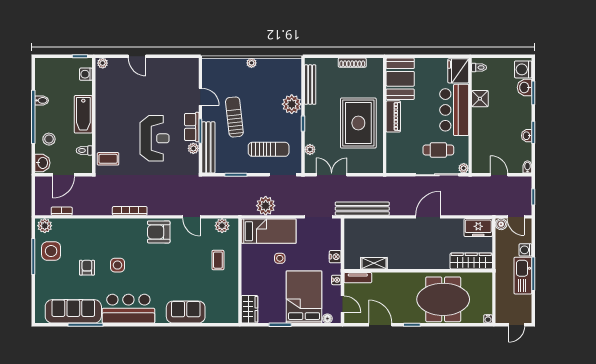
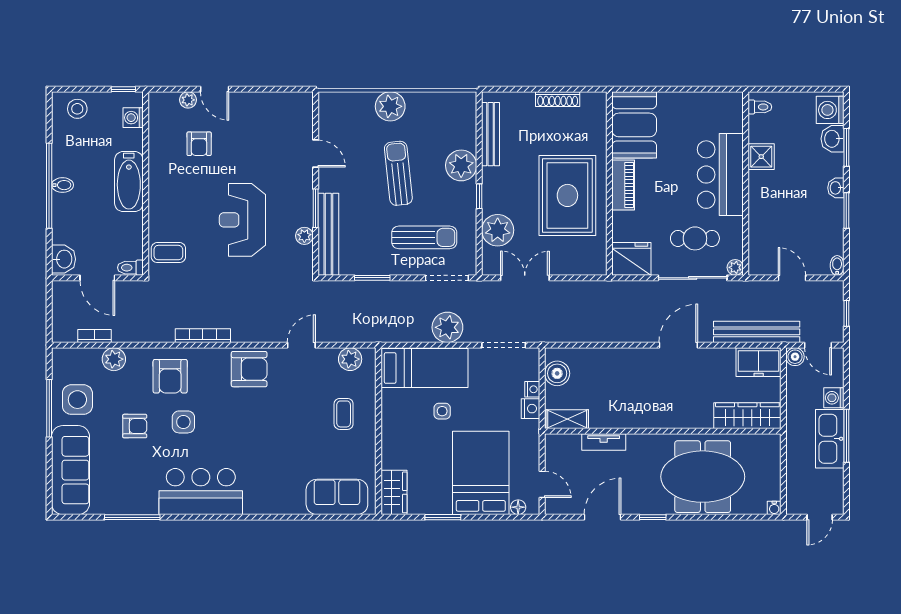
plant: (103, 63) -> (188, 100), moved
plant: (252, 63) -> (390, 106), width x1.87, depth x1.87
fridge: (458, 71) -> (631, 259), moved, turned 90
armchair: (127, 91) -> (199, 144), added
bidet: (42, 100) -> (62, 185), moved
sun lounger: (234, 117) -> (398, 173), moved
row of seats: (192, 127) -> (302, 202), removed
washbasin: (527, 136) -> (836, 188), moved
reception desk: (155, 138) -> (242, 220), turned 180
stool: (49, 139) -> (77, 109), moved
plant: (310, 149) -> (498, 230), width x1.88, depth x1.88
toilet: (84, 150) -> (130, 268), moved
door: (64, 175) -> (97, 278), hinge flipped
plant: (266, 206) -> (447, 327), moved
bench: (362, 209) -> (757, 332), moved
door: (191, 217) -> (301, 345), swing flipped
plant: (45, 226) -> (114, 359), moved
armchair: (159, 232) -> (249, 369), turned 180
boiler: (352, 235) -> (557, 373), added
armchair: (109, 236) -> (170, 376), added
shelving: (374, 263) -> (567, 419), moved
armchair: (87, 268) -> (135, 426), turned 90
tv unit: (358, 278) -> (604, 442), moved
nightstand: (336, 280) -> (532, 389), moved
sofa: (73, 311) -> (71, 470), moved, turned 90
sofa: (186, 312) -> (337, 497), moved
door: (380, 325) -> (603, 517), hinge flipped

